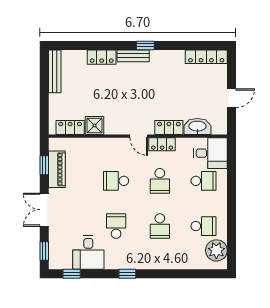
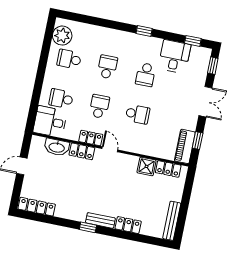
piano: (57, 169) -> (185, 146), moved

